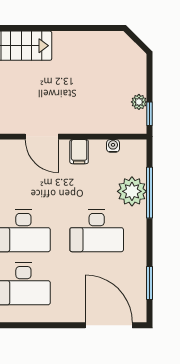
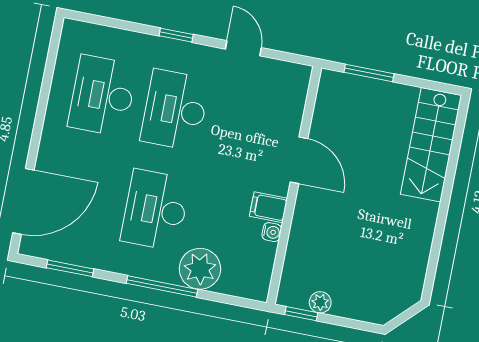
door: (42, 137) -> (299, 160), swing flipped
water cooler: (113, 146) -> (272, 232), moved
window: (150, 193) -> (162, 286), moved

